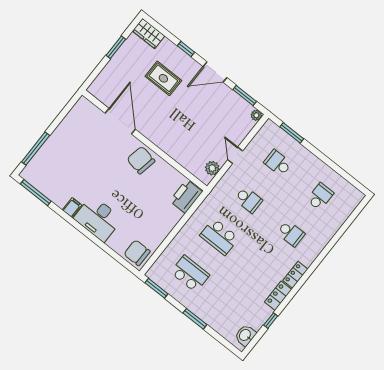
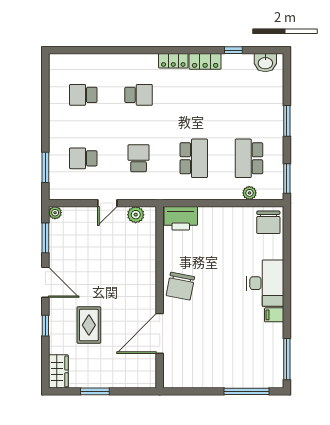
school desk: (278, 163) -> (83, 158), turned 90
school desk: (291, 233) -> (139, 95), turned 90
plant: (167, 256) -> (249, 193), added

